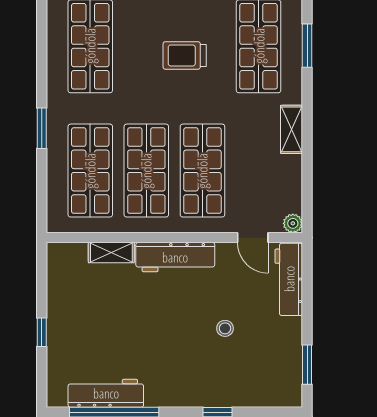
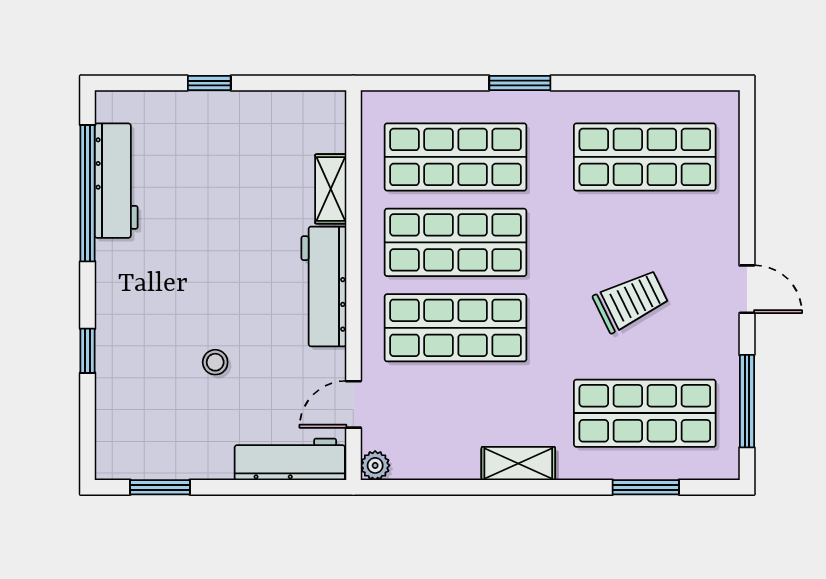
trolley: (185, 55) -> (631, 301), turned 64

